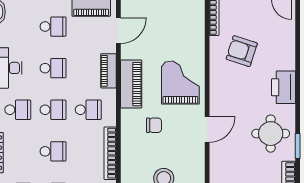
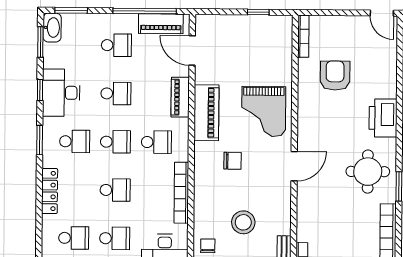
door: (118, 31) -> (192, 51), swing flipped
armchair: (242, 51) -> (335, 76), turned 72
grand piano: (180, 83) -> (264, 111), turned 180

